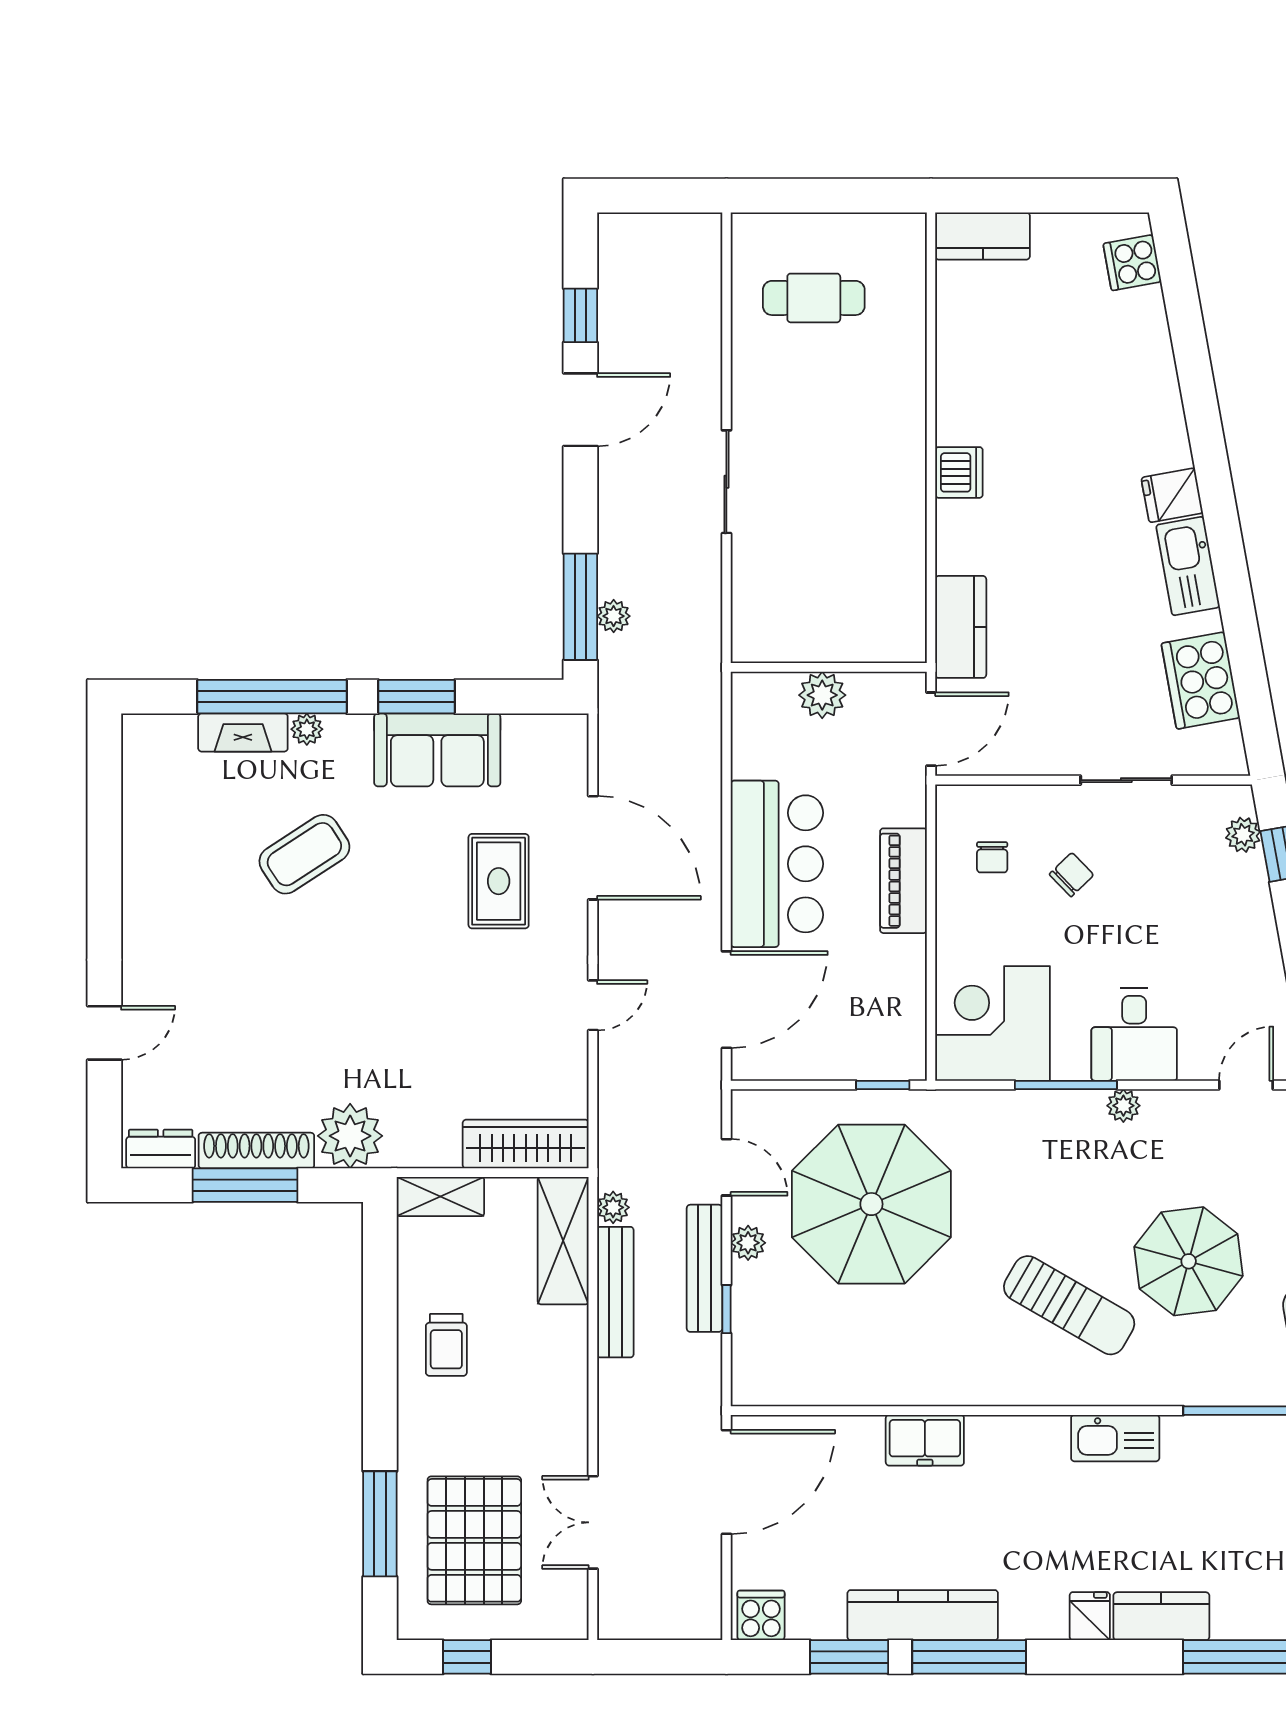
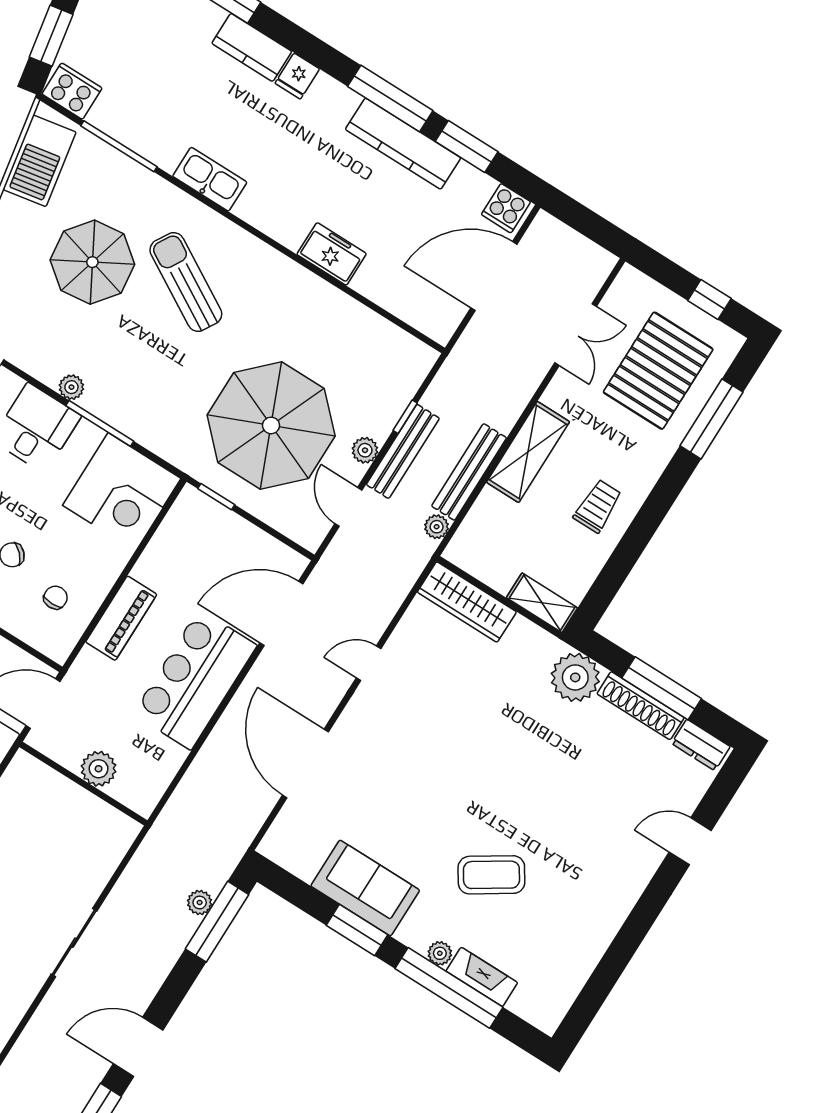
rug: (499, 881) -> (379, 780), removed
shelving: (563, 1241) -> (528, 452), moved
door: (726, 1482) -> (494, 276), moved

